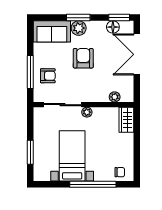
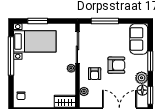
plant: (79, 28) -> (142, 78), moved
armchair: (48, 76) -> (95, 74), moved
bed with nightstands: (72, 156) -> (35, 41), moved
window: (93, 184) -> (11, 56), moved

